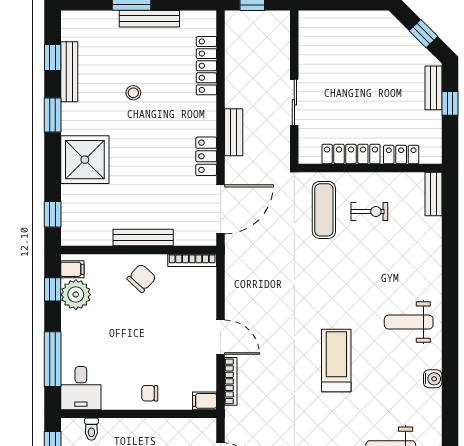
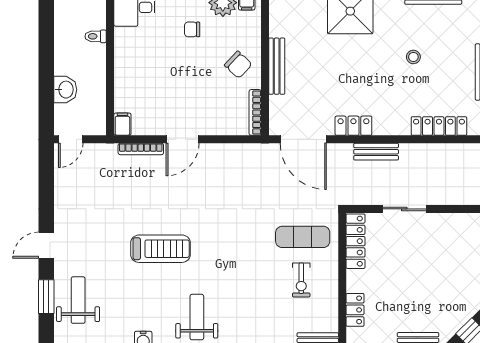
locker: (351, 154) -> (356, 241), moved
chair: (150, 393) -> (192, 29), moved, turned -90
toilet: (91, 429) -> (96, 36), moved

